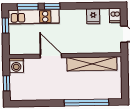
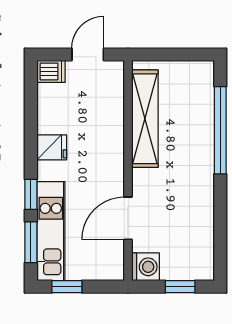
fridge: (93, 16) -> (52, 147), moved
door: (51, 56) -> (128, 218), moved

